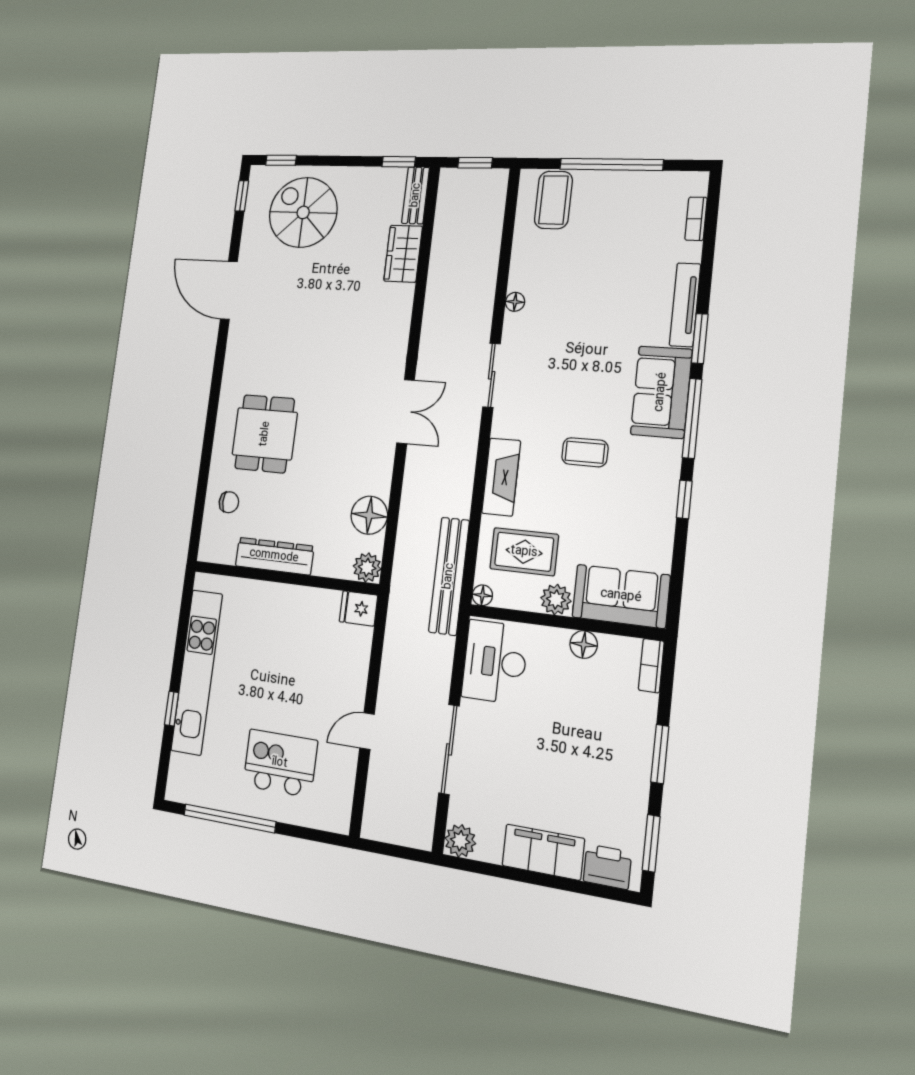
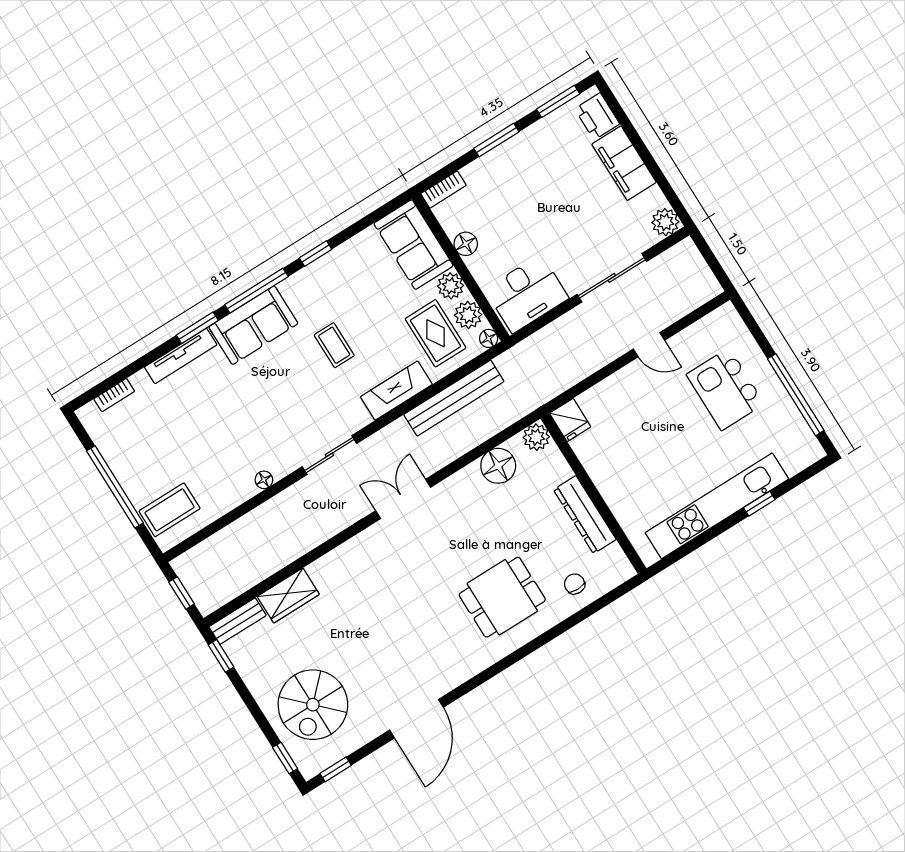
bench: (449, 576) -> (454, 398), moved
plant: (517, 594) -> (468, 315), added

